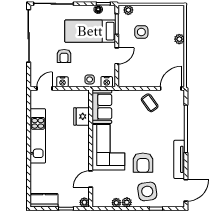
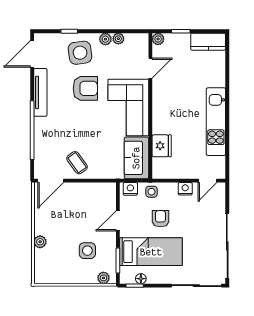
armchair: (64, 56) -> (160, 219), moved
armchair: (143, 163) -> (85, 88), turned 90

